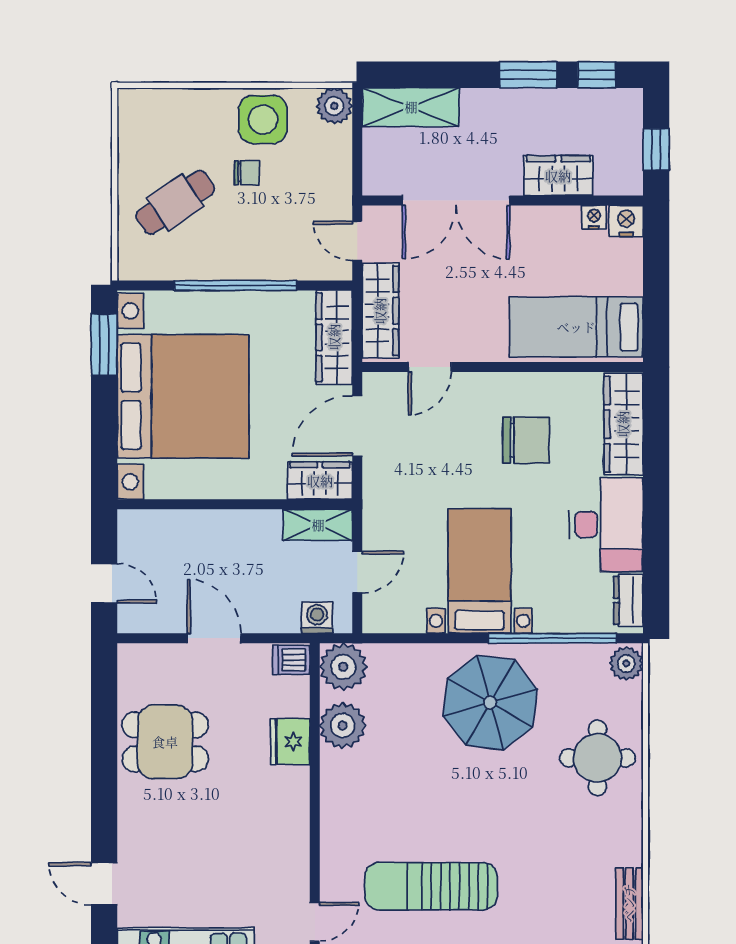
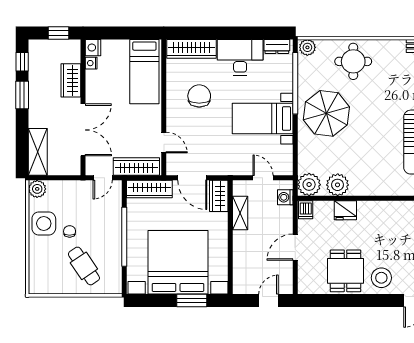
window: (104, 345) -> (192, 300), moved
shelving: (318, 525) -> (240, 213), moved
stool: (151, 816) -> (381, 278), added

